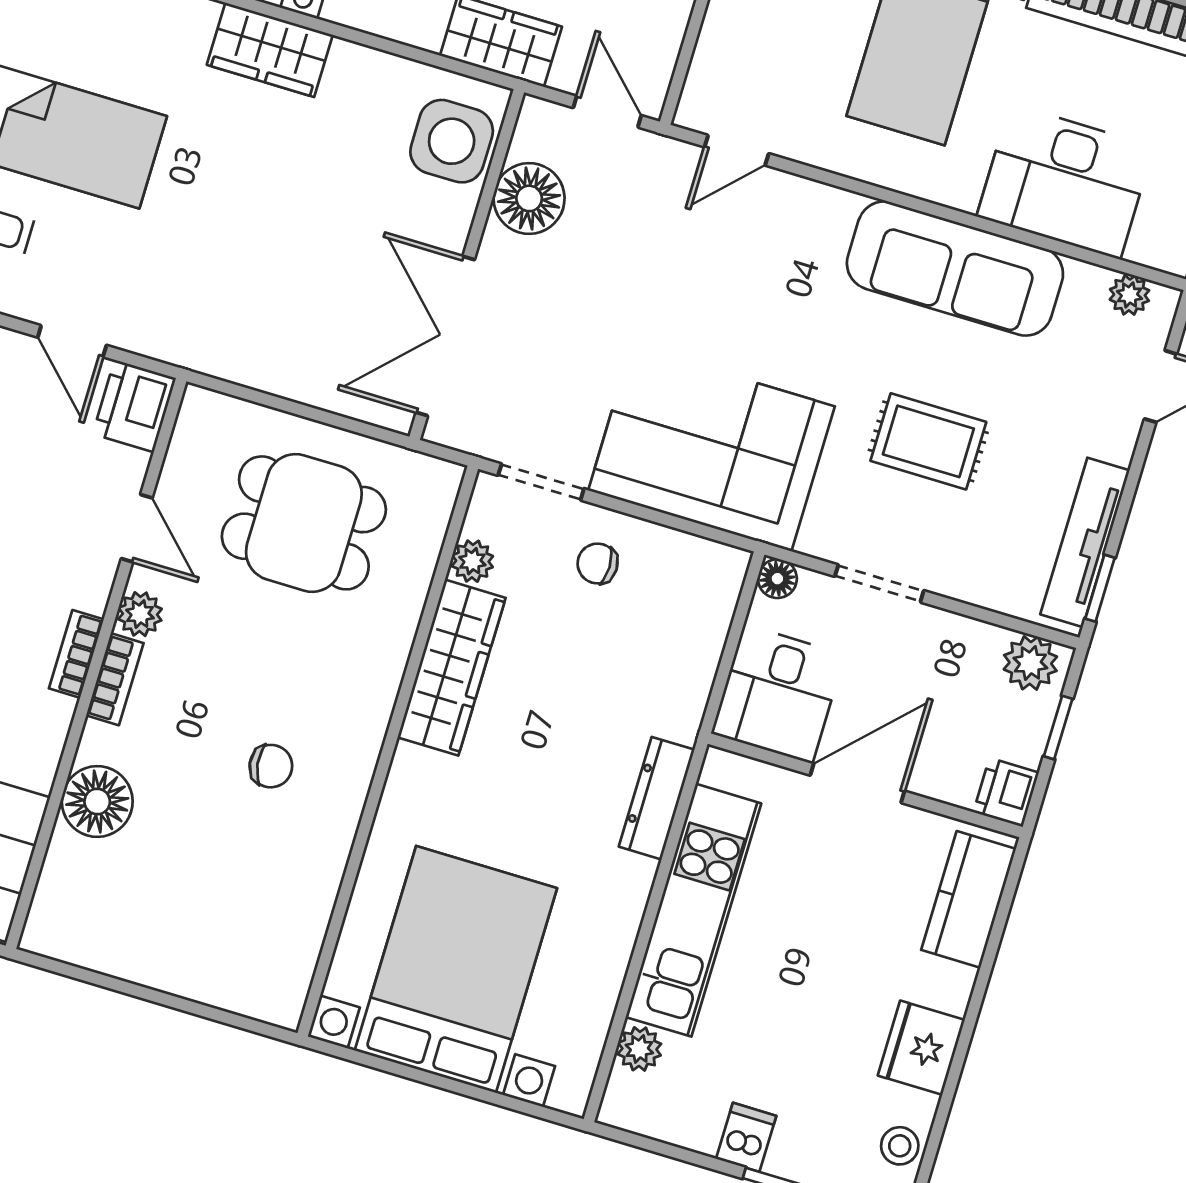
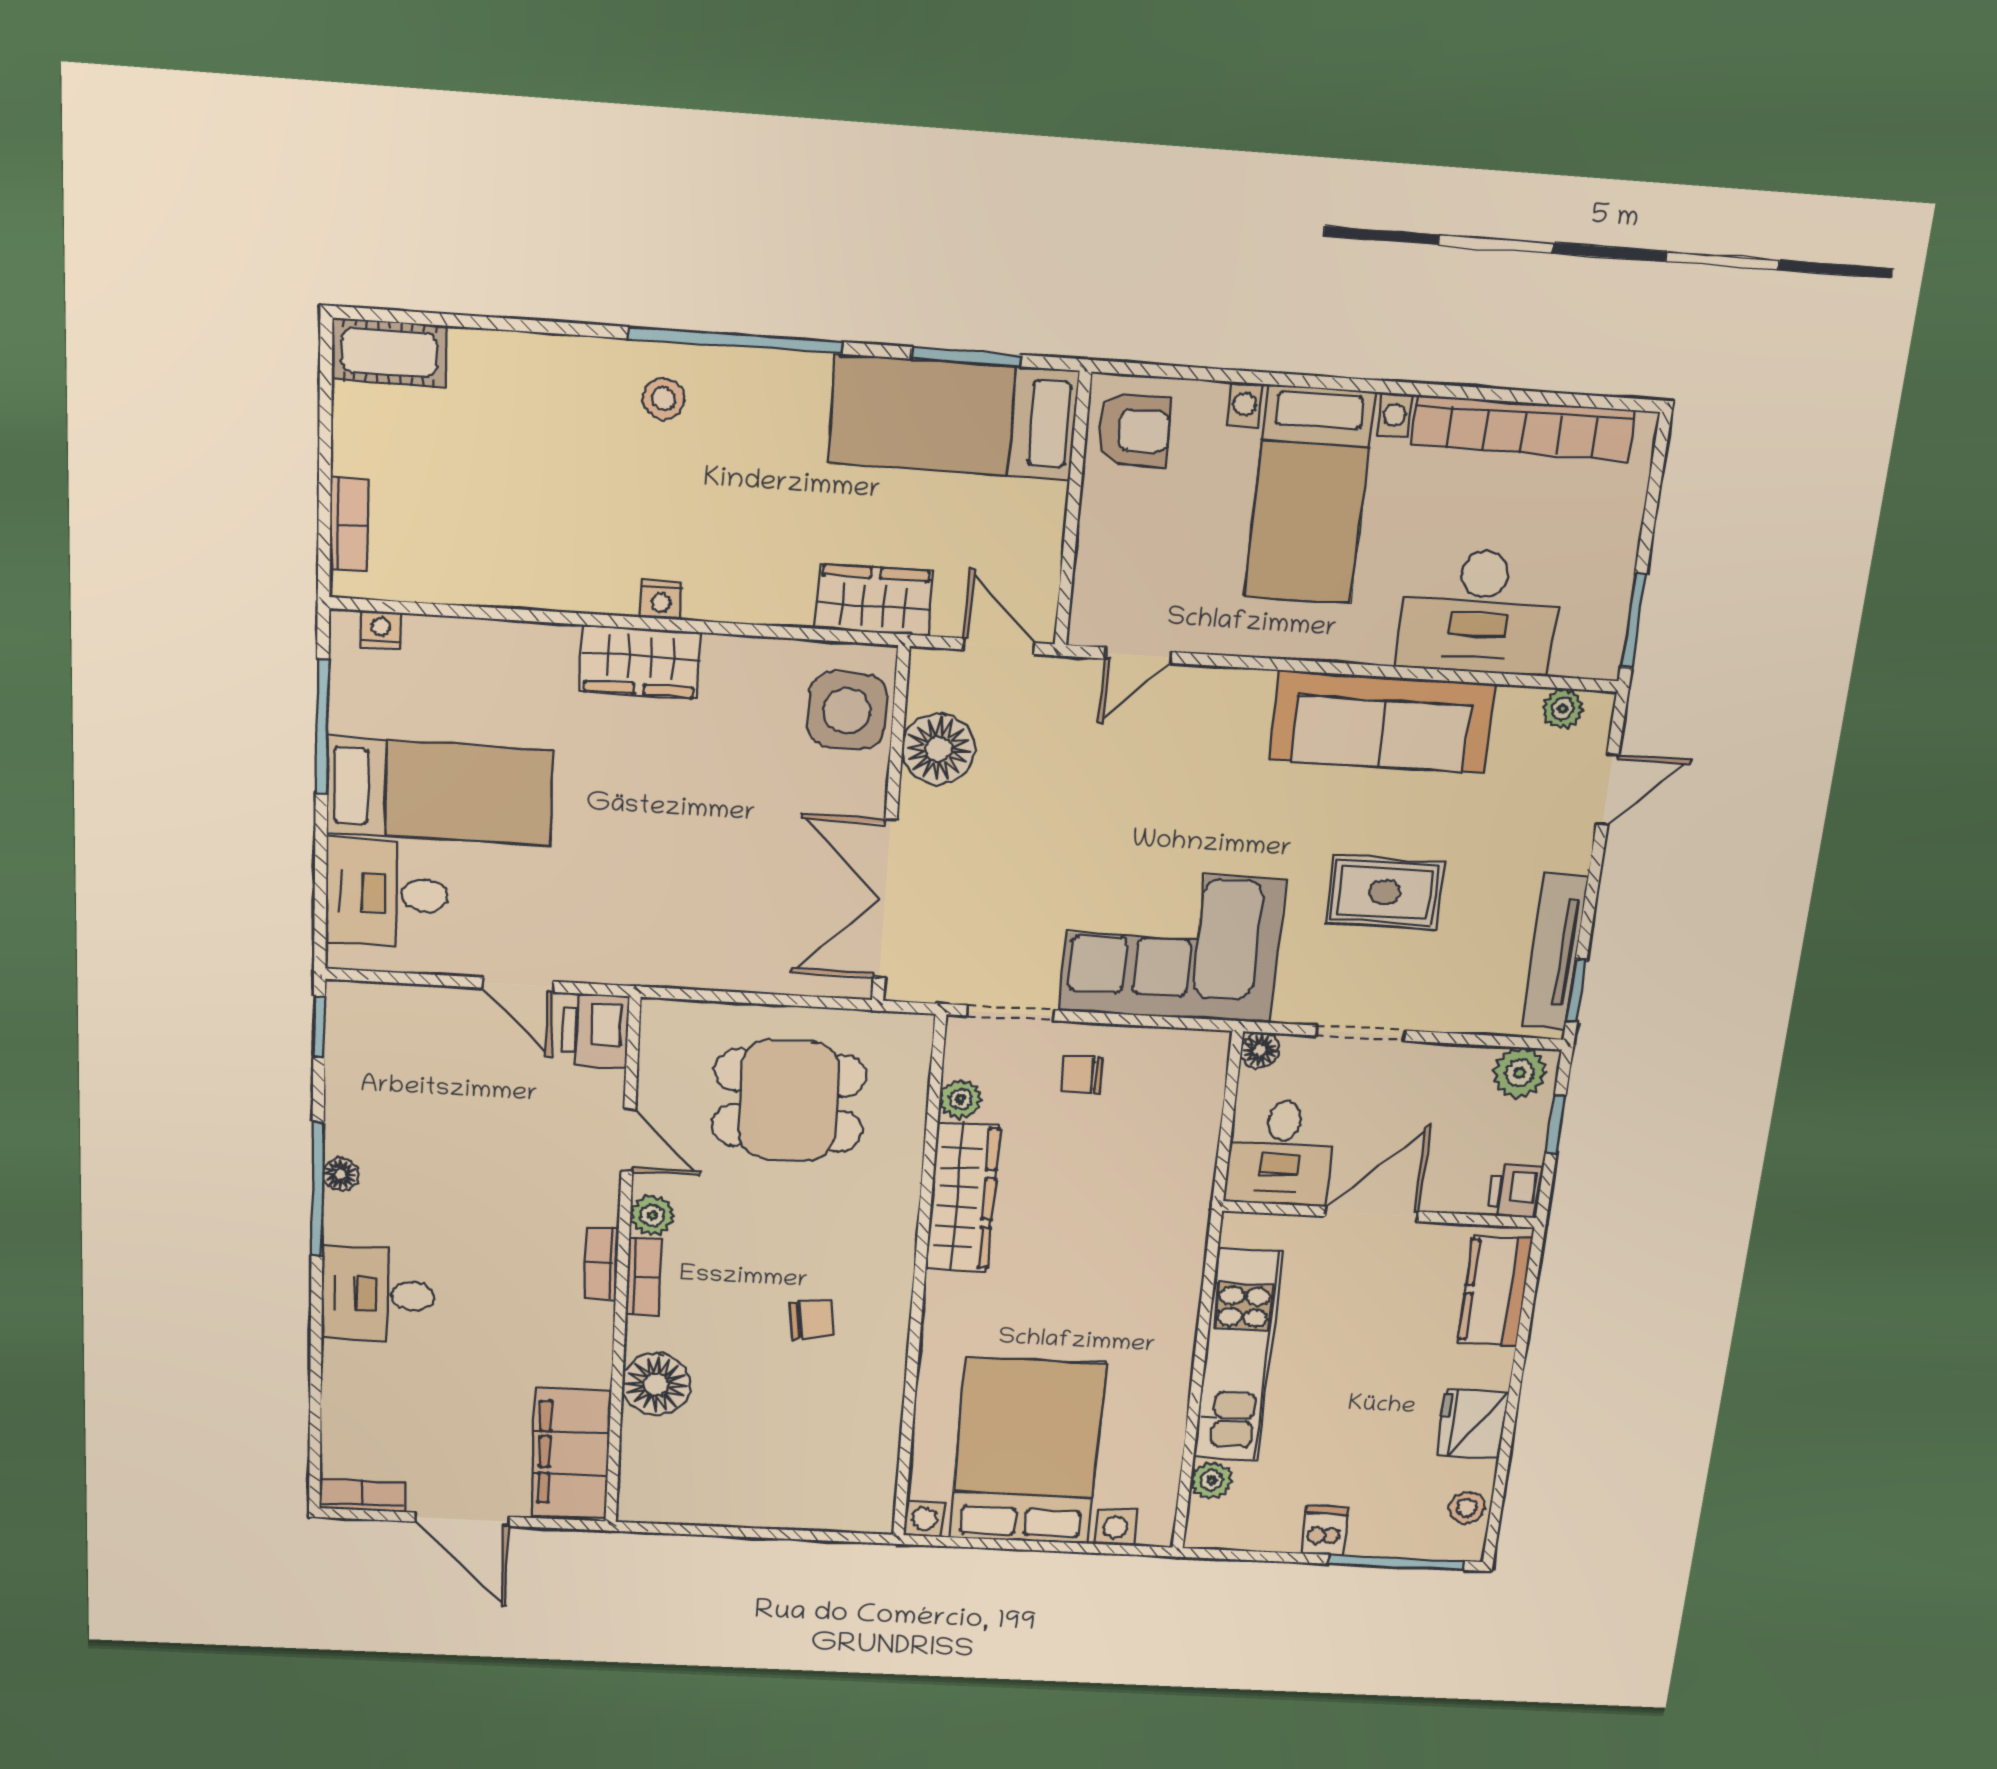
dresser: (657, 798) -> (1183, 1268), removed

